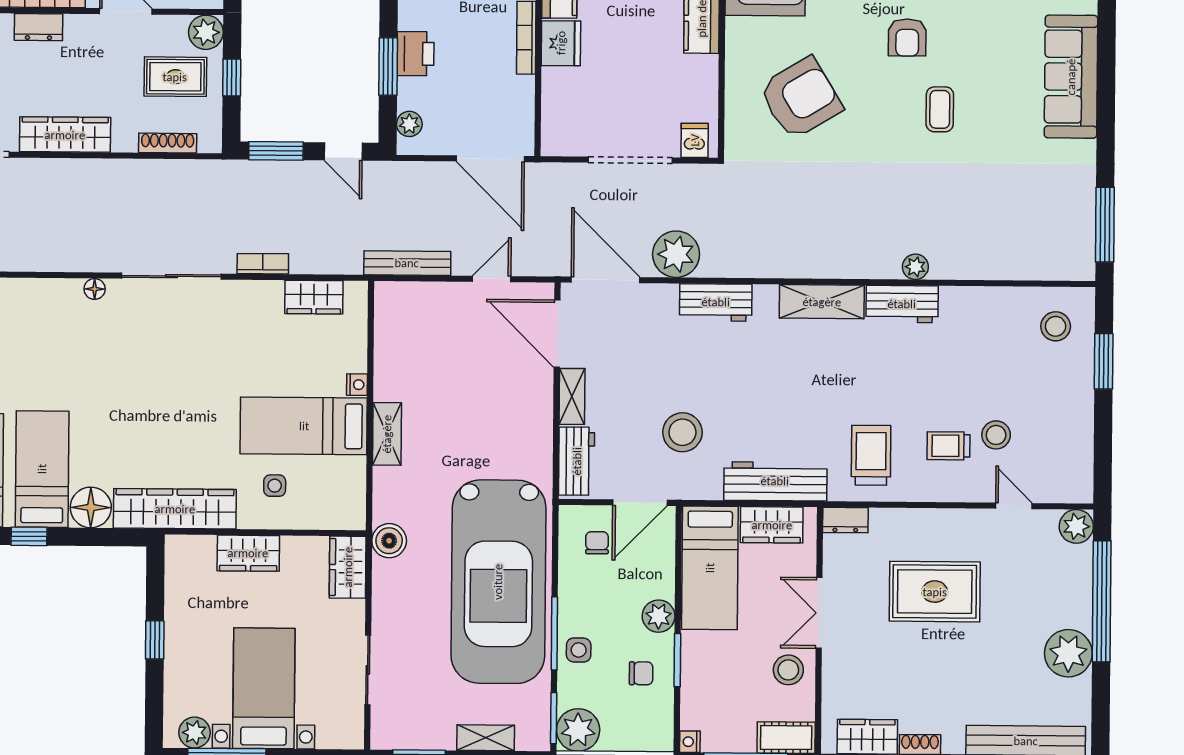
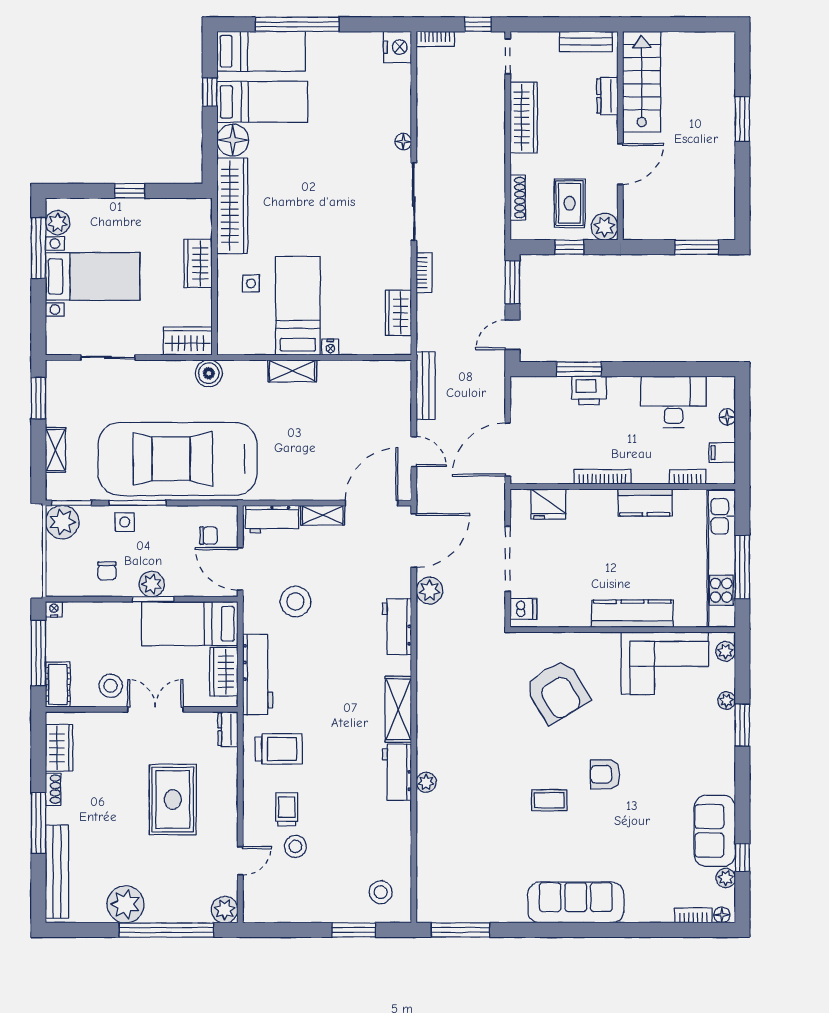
fridge: (561, 43) -> (548, 504), moved
plant: (409, 124) -> (534, 386), removed
plant: (676, 254) -> (430, 590), width x0.73, depth x0.73
window: (677, 660) -> (153, 599), moved

